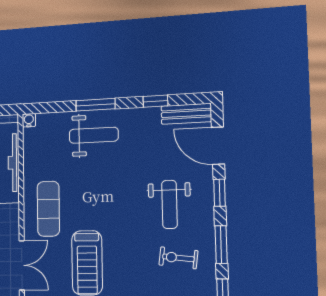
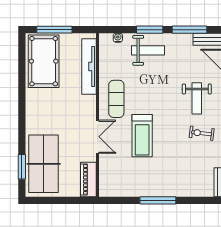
window: (155, 101) -> (189, 30), width x2.17
water cooler: (29, 120) -> (118, 38), moved

